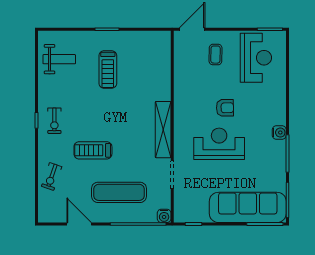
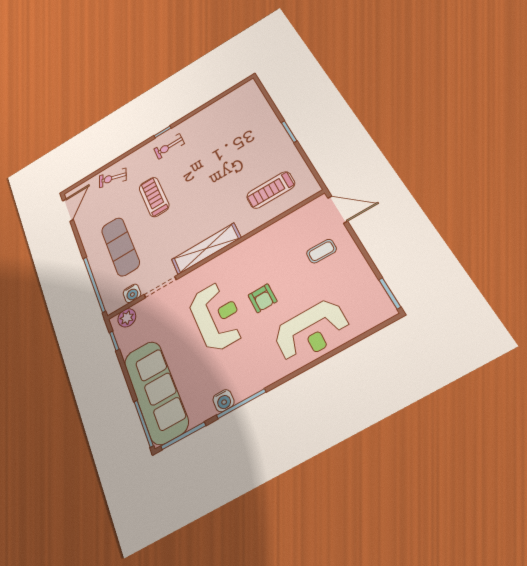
reception desk: (256, 58) -> (311, 331), moved
weight bench: (59, 59) -> (234, 112), removed
treadmill: (108, 70) -> (271, 190), moved
water cooler: (279, 133) -> (224, 401), moved
plant: (181, 208) -> (127, 318), added
water cooler: (164, 216) -> (132, 293), moved, turned -90
door: (79, 224) -> (68, 210), moved

